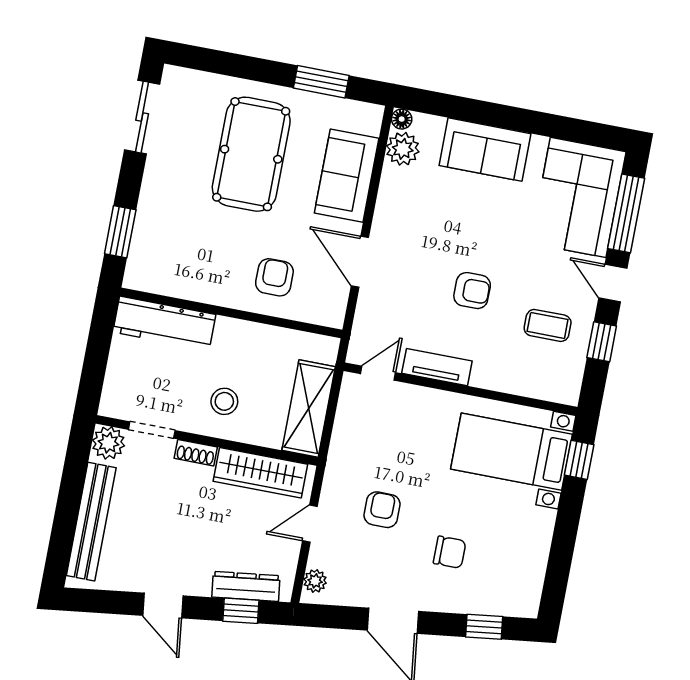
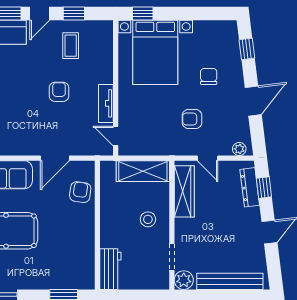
armchair: (274, 277) -> (80, 192), moved, turned 98
workbench: (164, 323) -> (110, 269), width x0.73
bed with nightstands: (511, 452) -> (155, 52), width x1.36
shoe rack: (196, 453) -> (180, 230), removed

